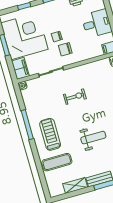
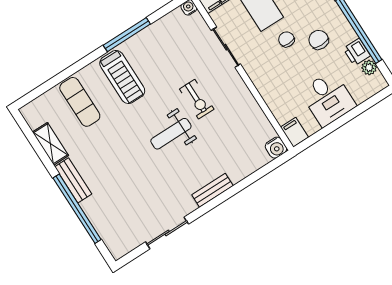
chair: (65, 49) -> (319, 40), moved
treadmill: (50, 134) -> (122, 77), turned 90
weight bench: (93, 138) -> (171, 134), moved, turned 90

